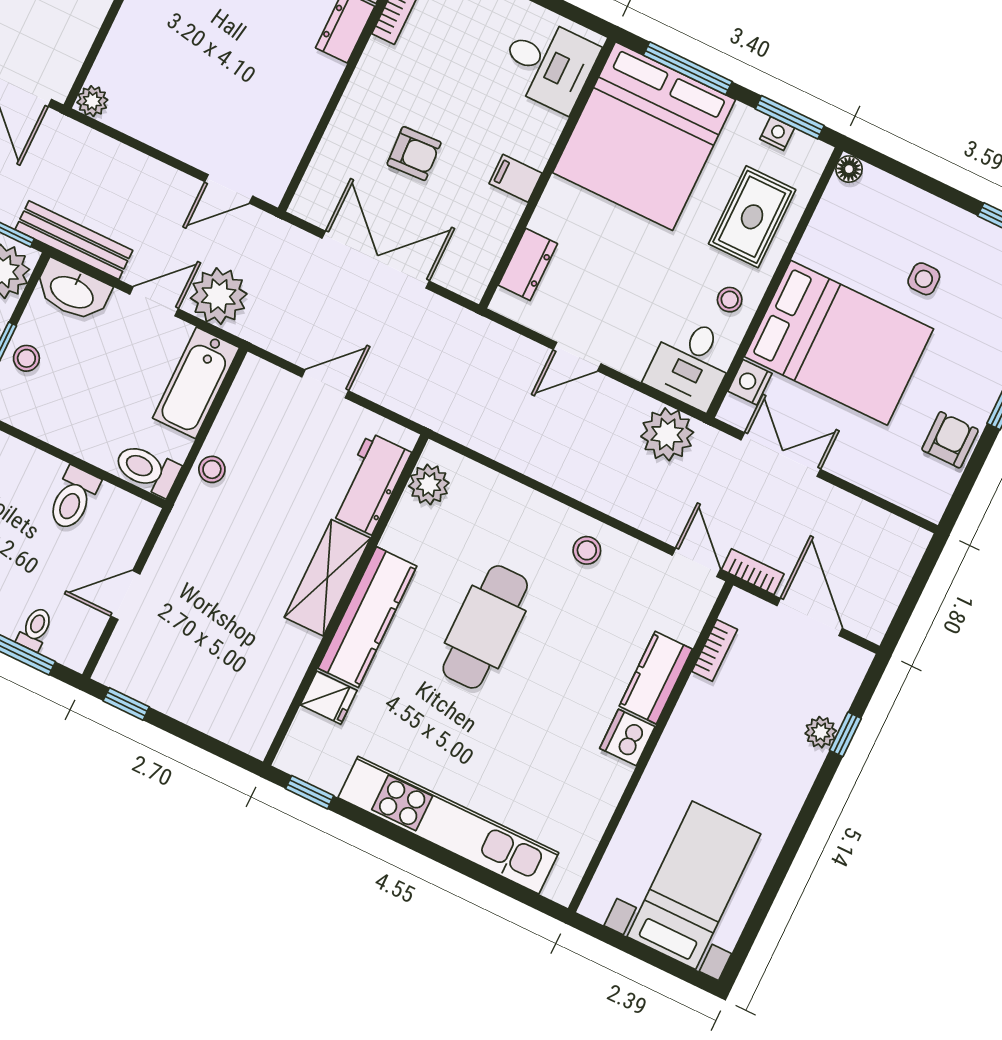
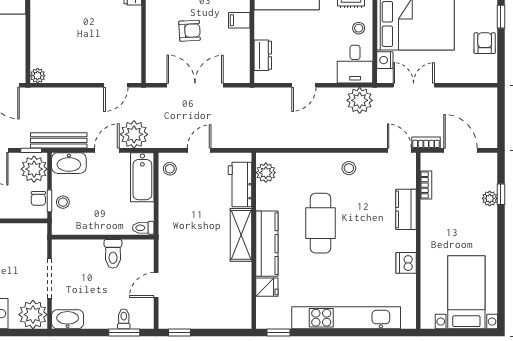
toilet: (147, 469) -> (143, 228), width x0.73, depth x0.72
stool: (212, 469) -> (170, 169), moved
dishwasher: (627, 737) -> (406, 263), moved

